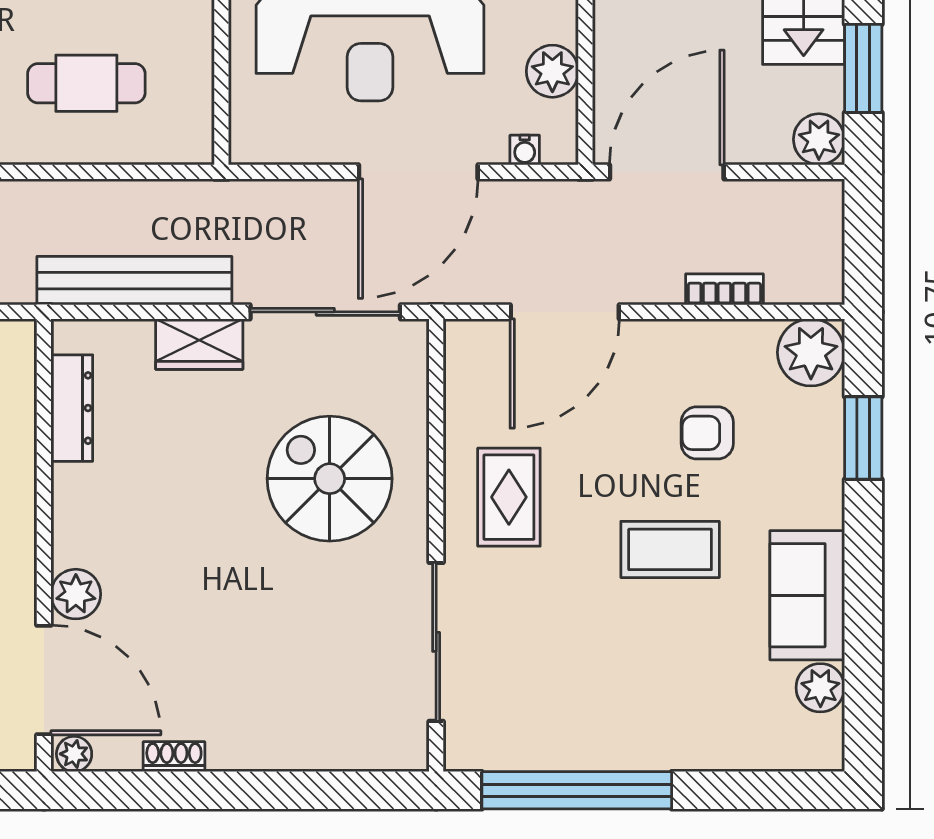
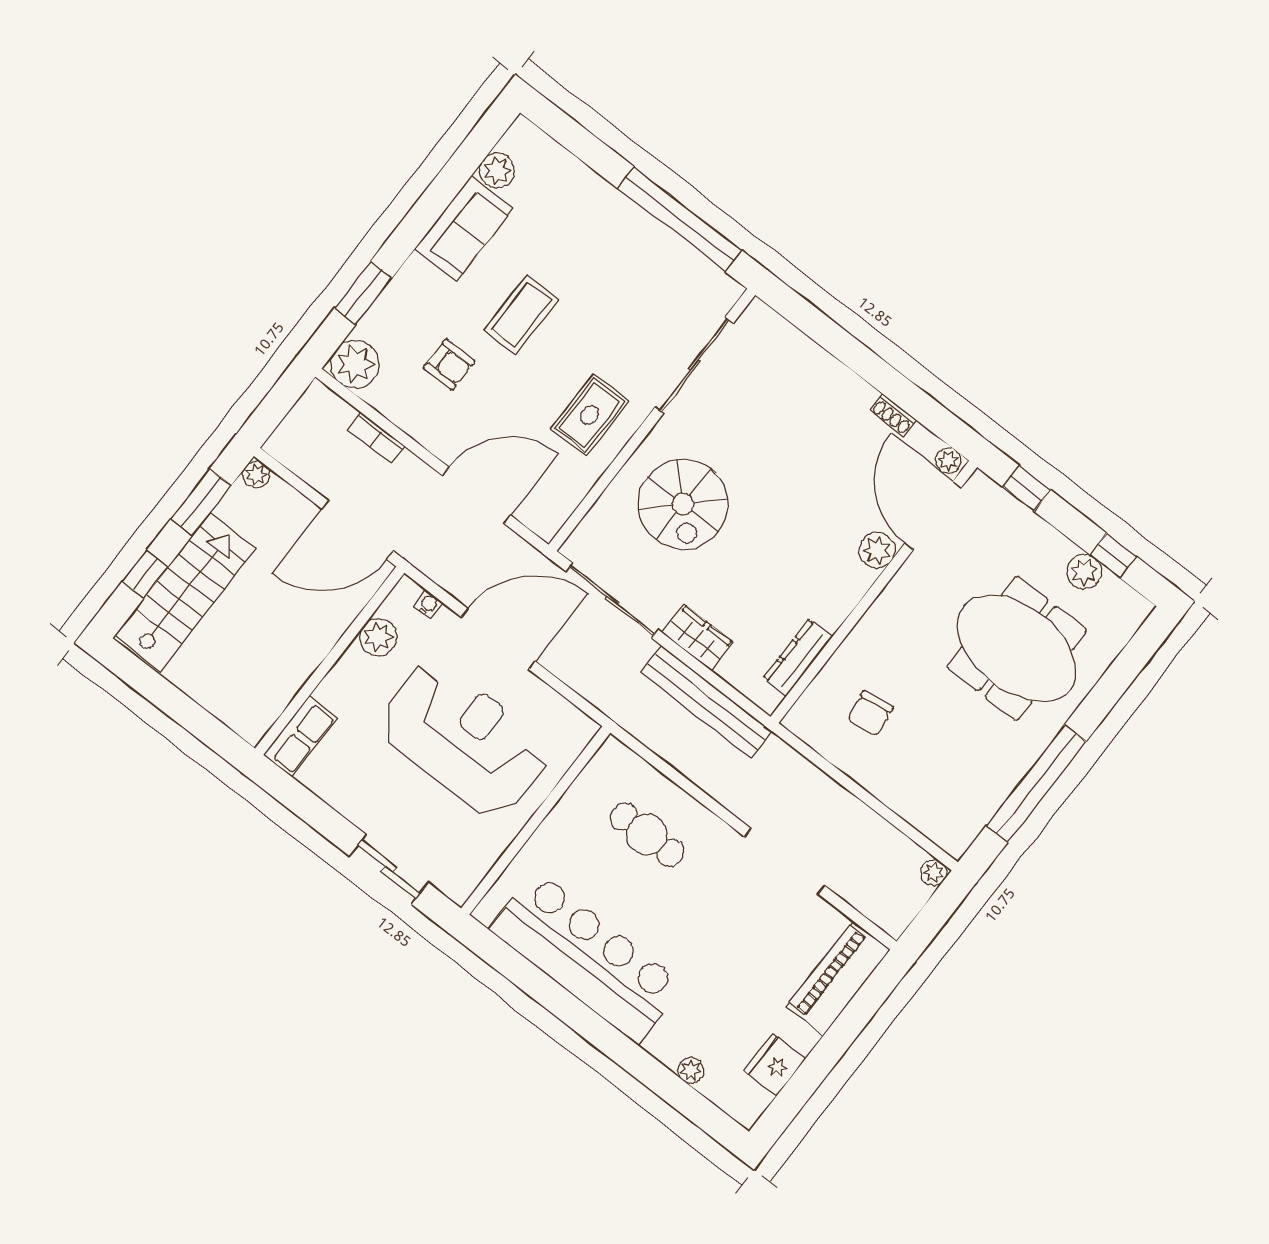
plant: (819, 139) -> (256, 474), width x0.73, depth x0.73
coffee table: (670, 549) -> (521, 315), turned 90

